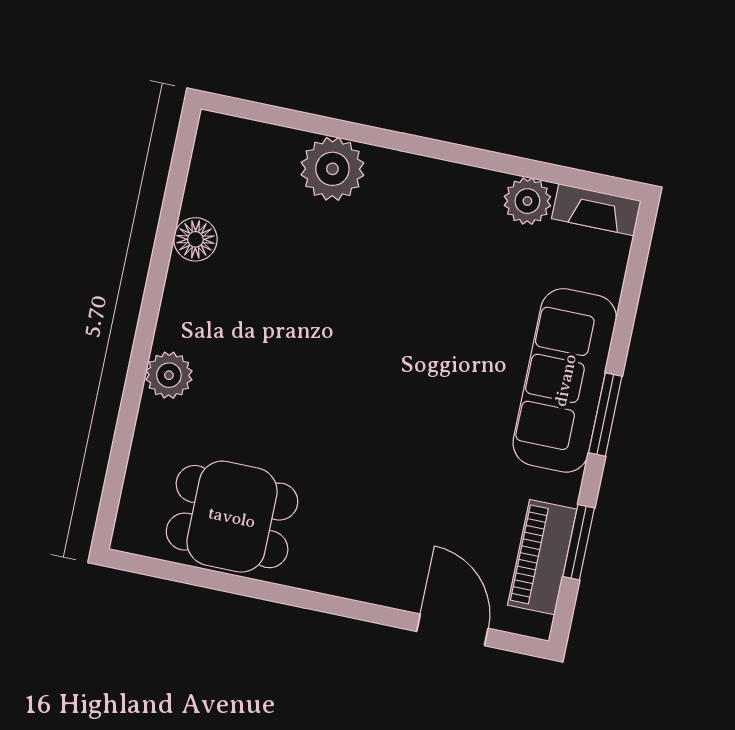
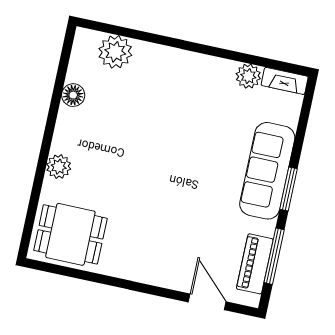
plant: (332, 169) -> (115, 52), moved
dining table: (232, 517) -> (70, 234), moved
window: (579, 542) -> (274, 256), width x1.44

